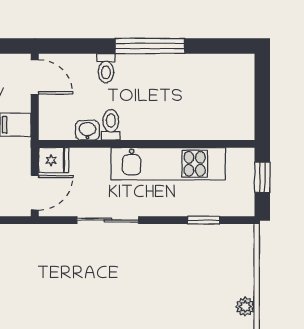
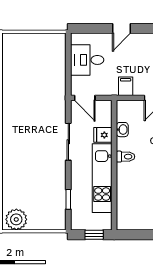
toilet: (111, 125) -> (126, 157), moved
fridge: (54, 160) -> (103, 135), moved, turned 90
plant: (245, 307) -> (16, 219), width x1.88, depth x1.88

